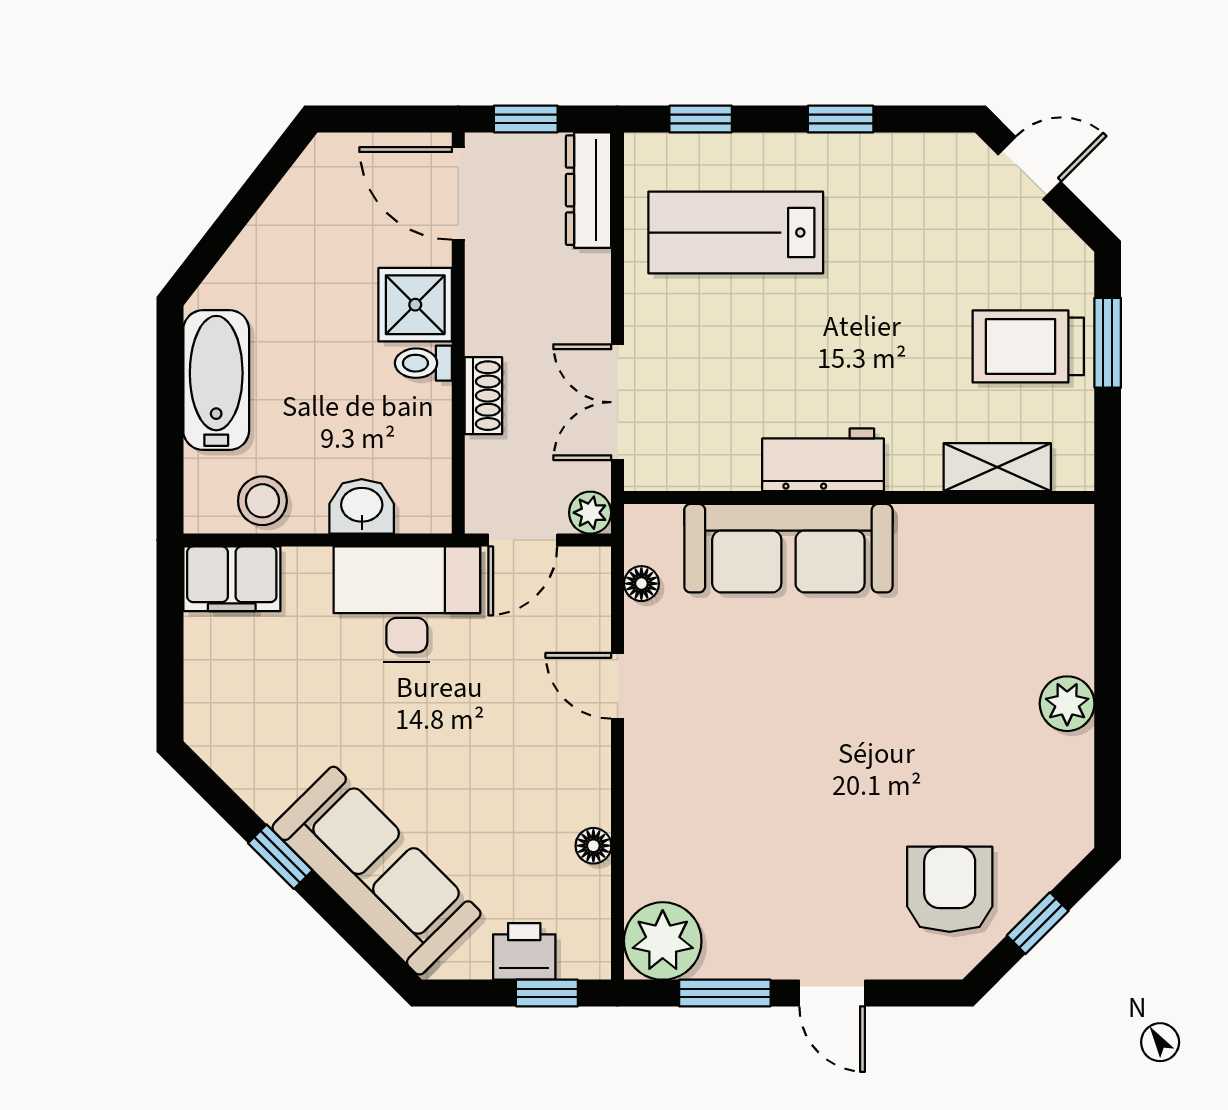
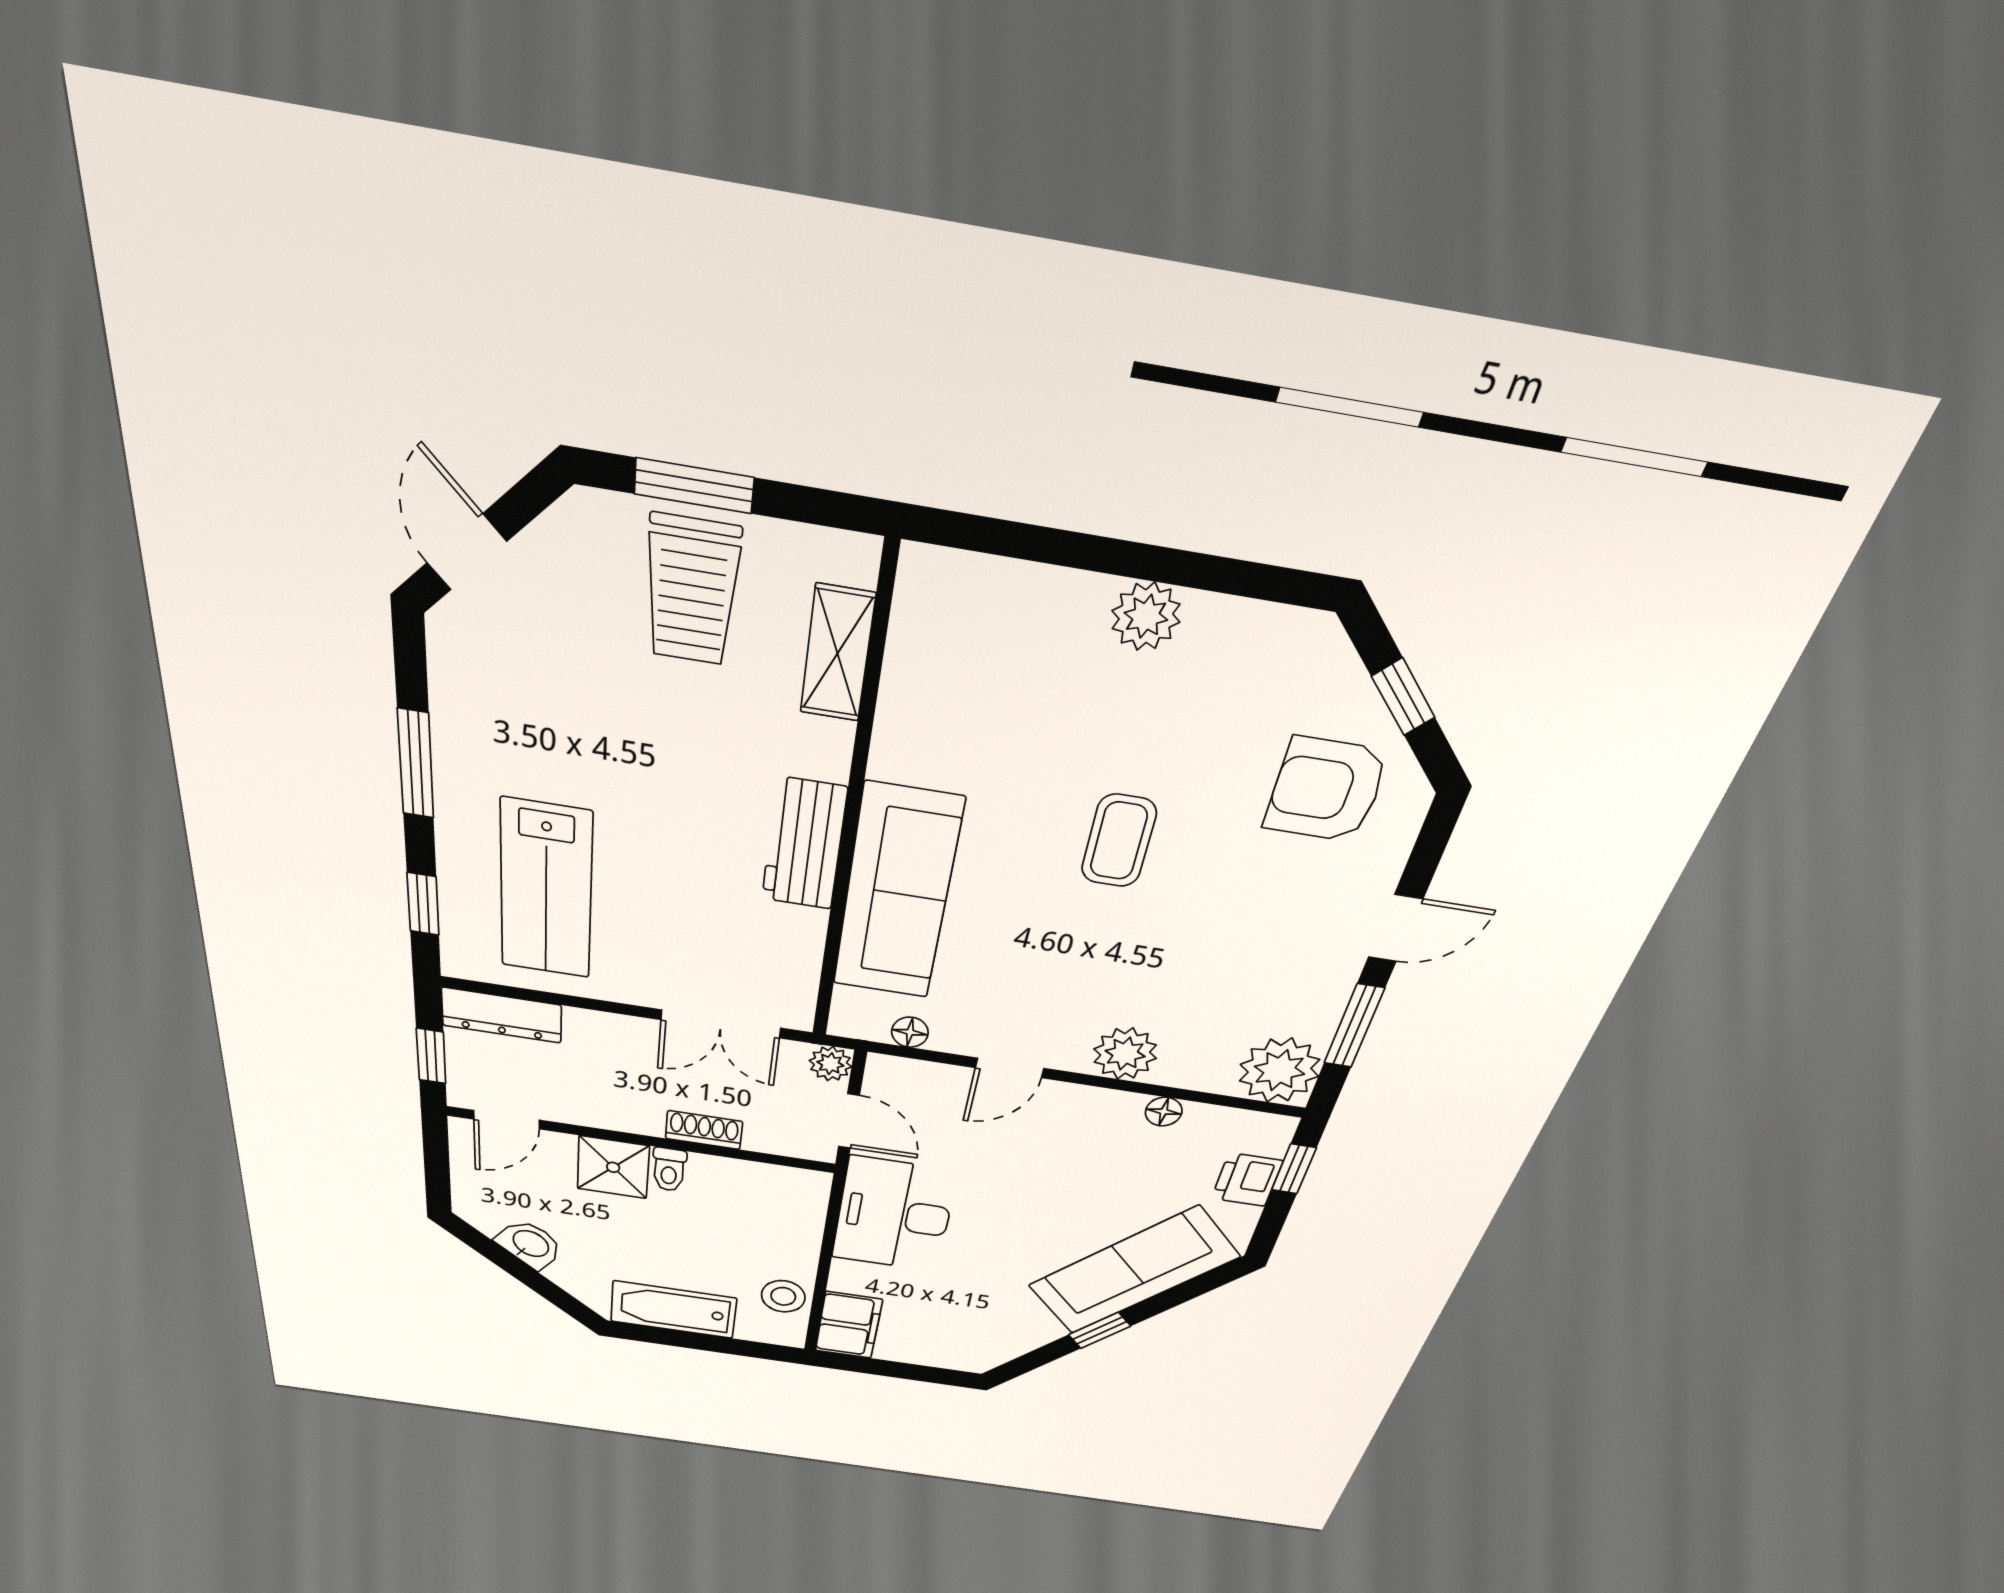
window: (841, 119) -> (416, 764), width x1.50
door: (458, 193) -> (507, 1120), width x0.73
washbasin: (362, 506) -> (530, 1244), moved, turned 128
coffee table: (874, 730) -> (1119, 841), added
plant: (655, 791) -> (1125, 1054), added

